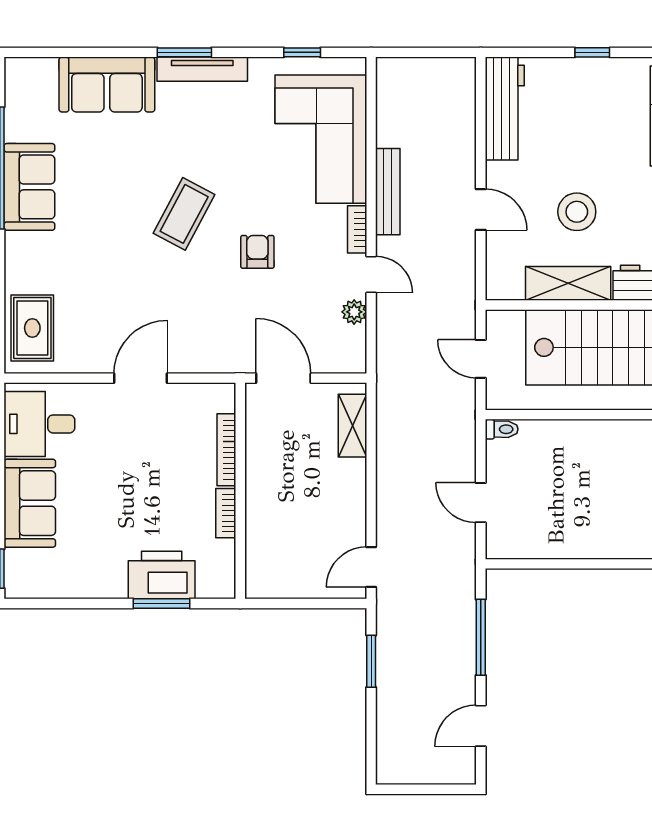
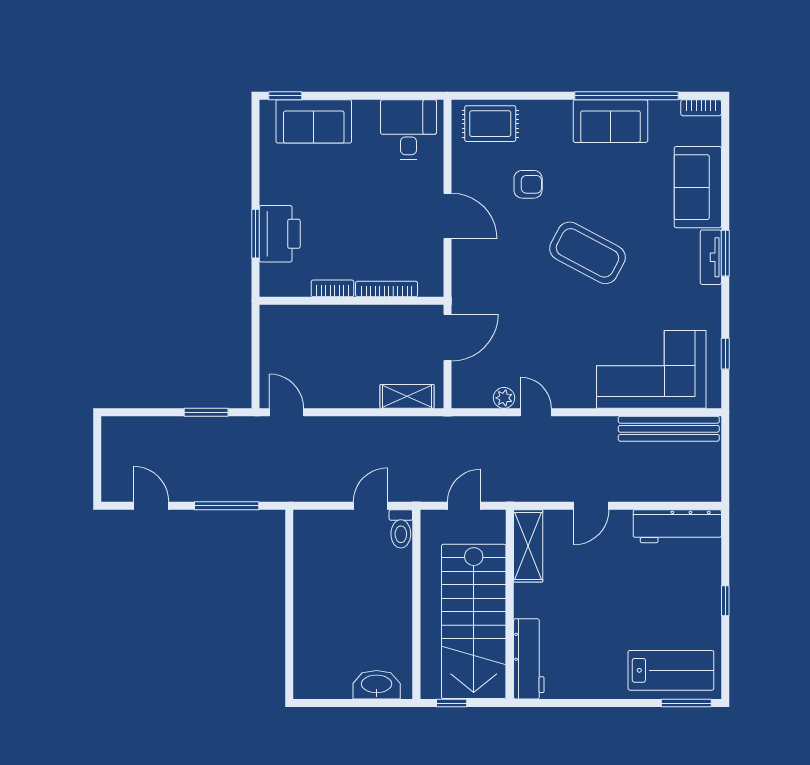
tv unit: (202, 69) -> (711, 257), width x0.71
bench: (388, 192) -> (669, 429), moved, width x1.37, depth x1.21
stool: (577, 212) -> (589, 588), removed
coffee table: (184, 214) -> (588, 253), width x1.36, depth x1.32
bookcase: (357, 229) -> (701, 108), moved, turned 180
armchair: (257, 252) -> (528, 184), moved
door: (371, 275) -> (536, 412), swing flipped
shelving: (568, 283) -> (528, 546), moved
toilet: (502, 429) -> (401, 529), width x1.37, depth x1.39
sofa: (30, 503) -> (314, 121), moved
door: (481, 503) -> (371, 506), moved

